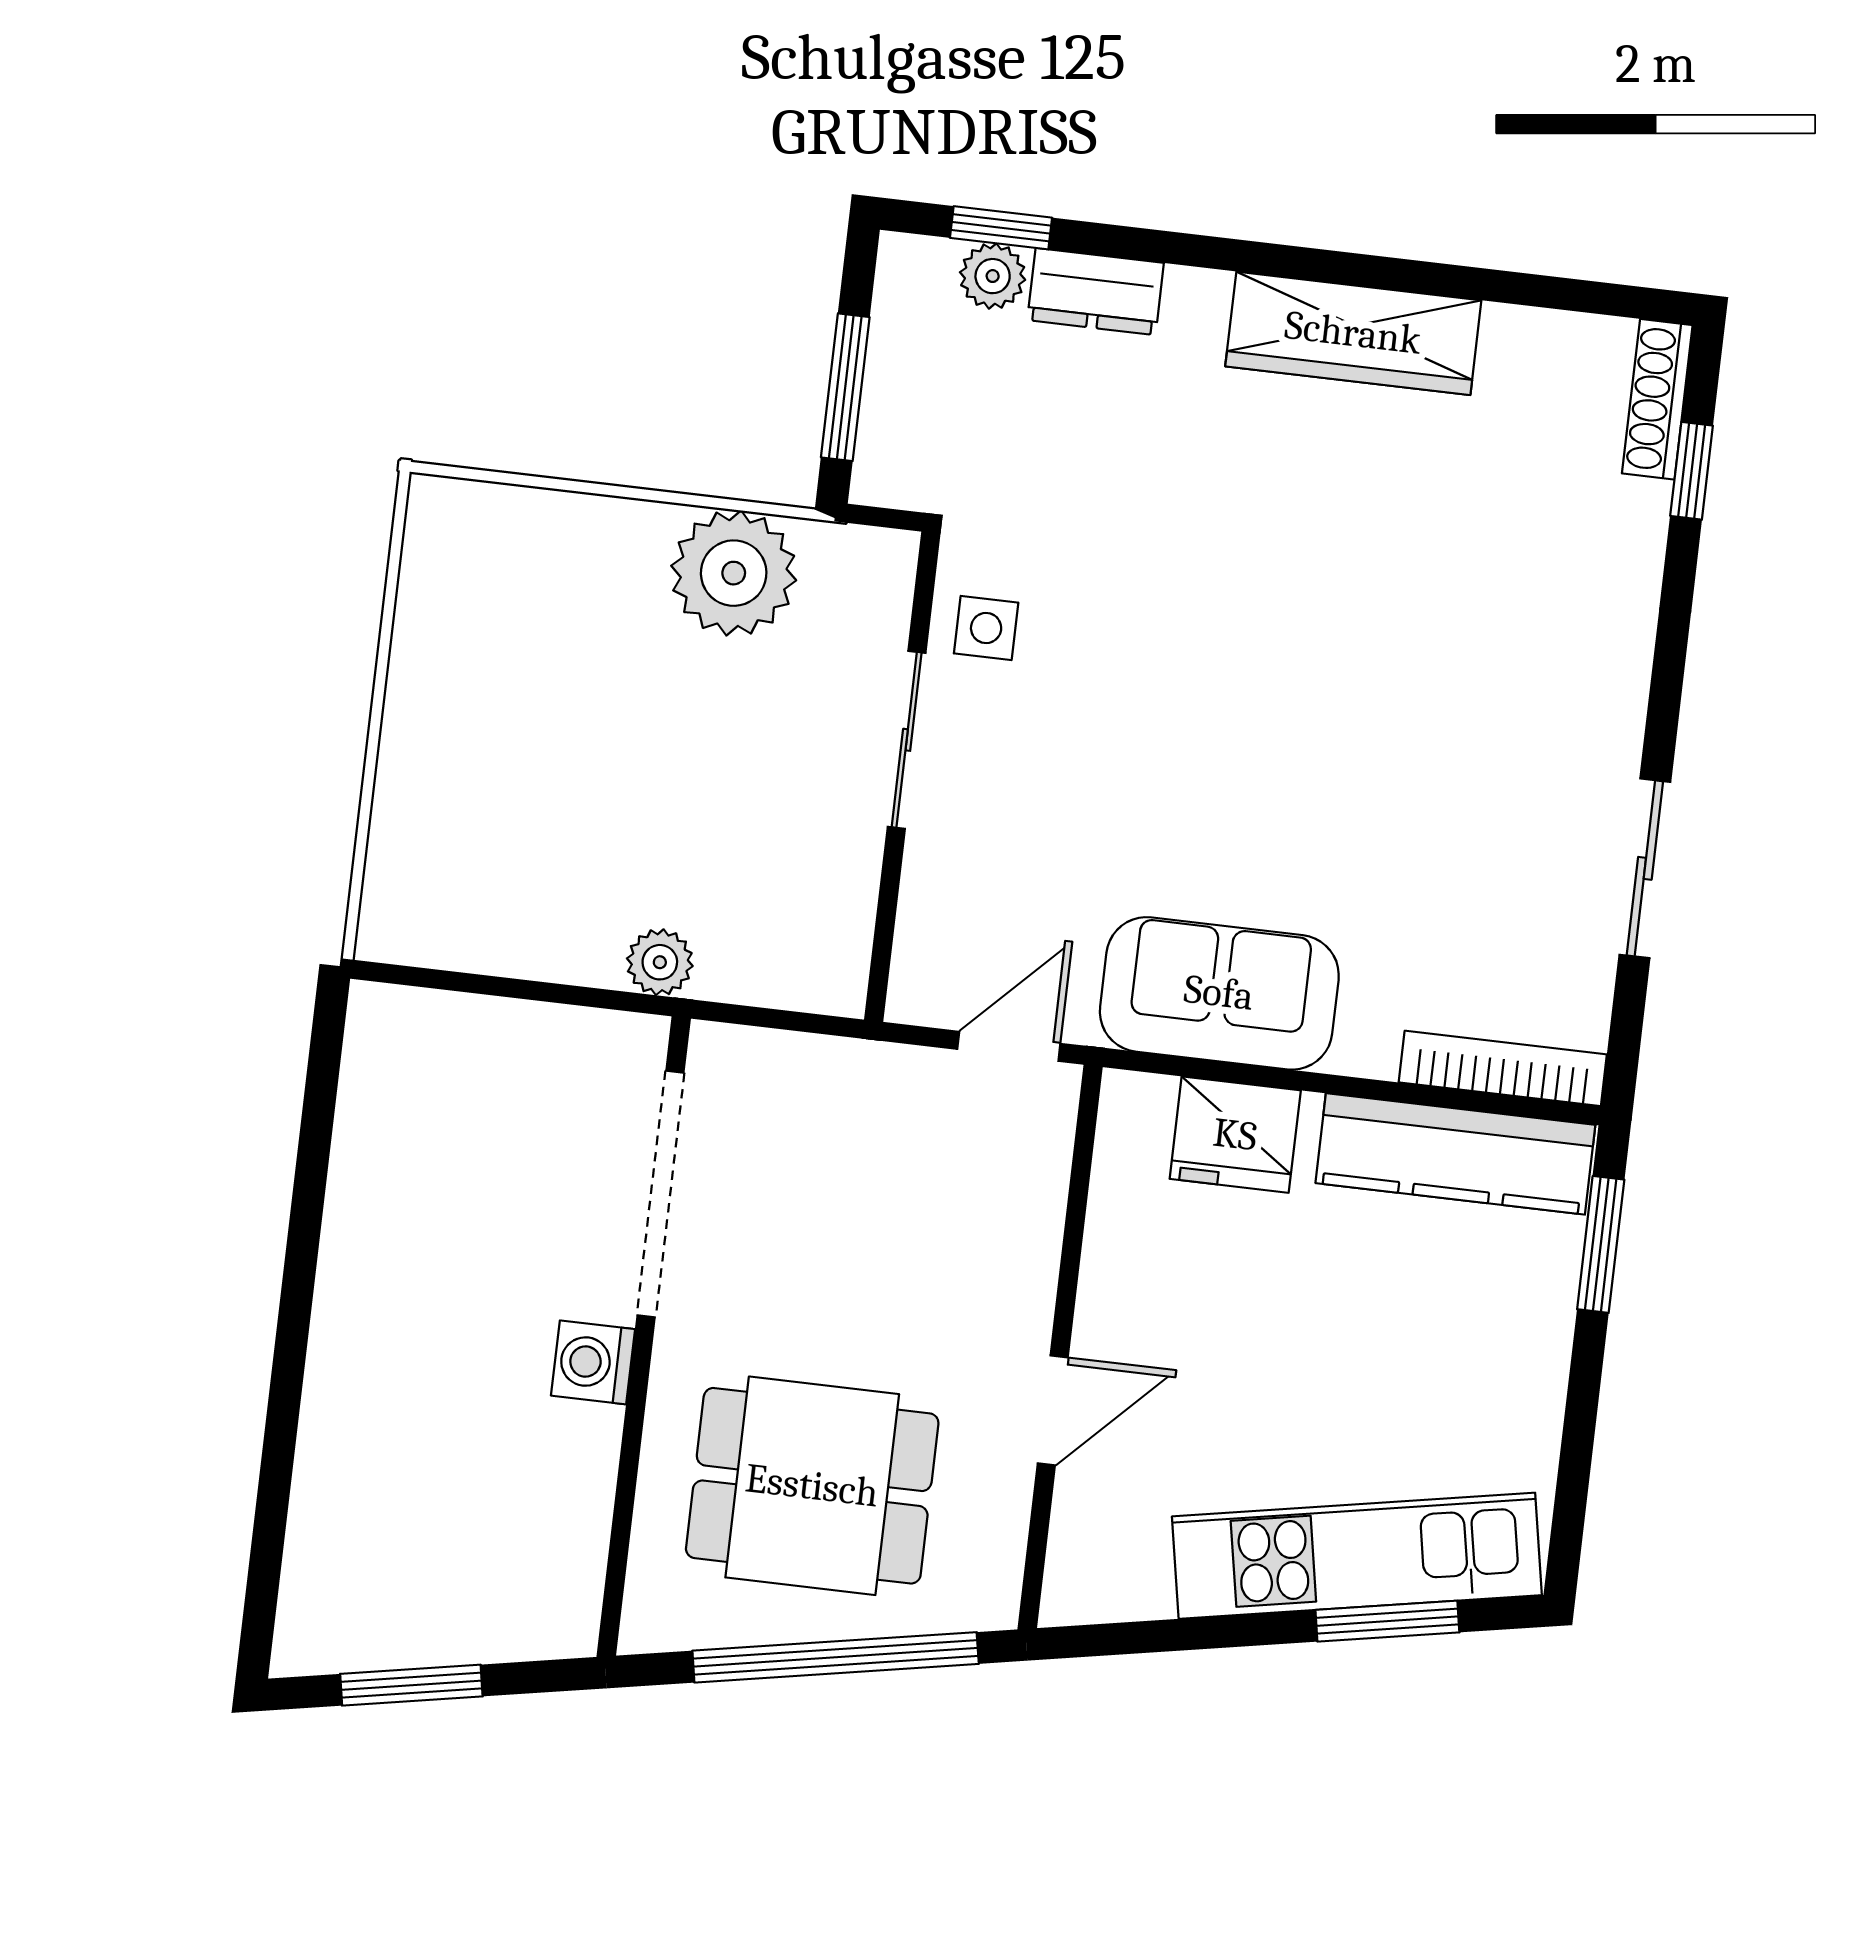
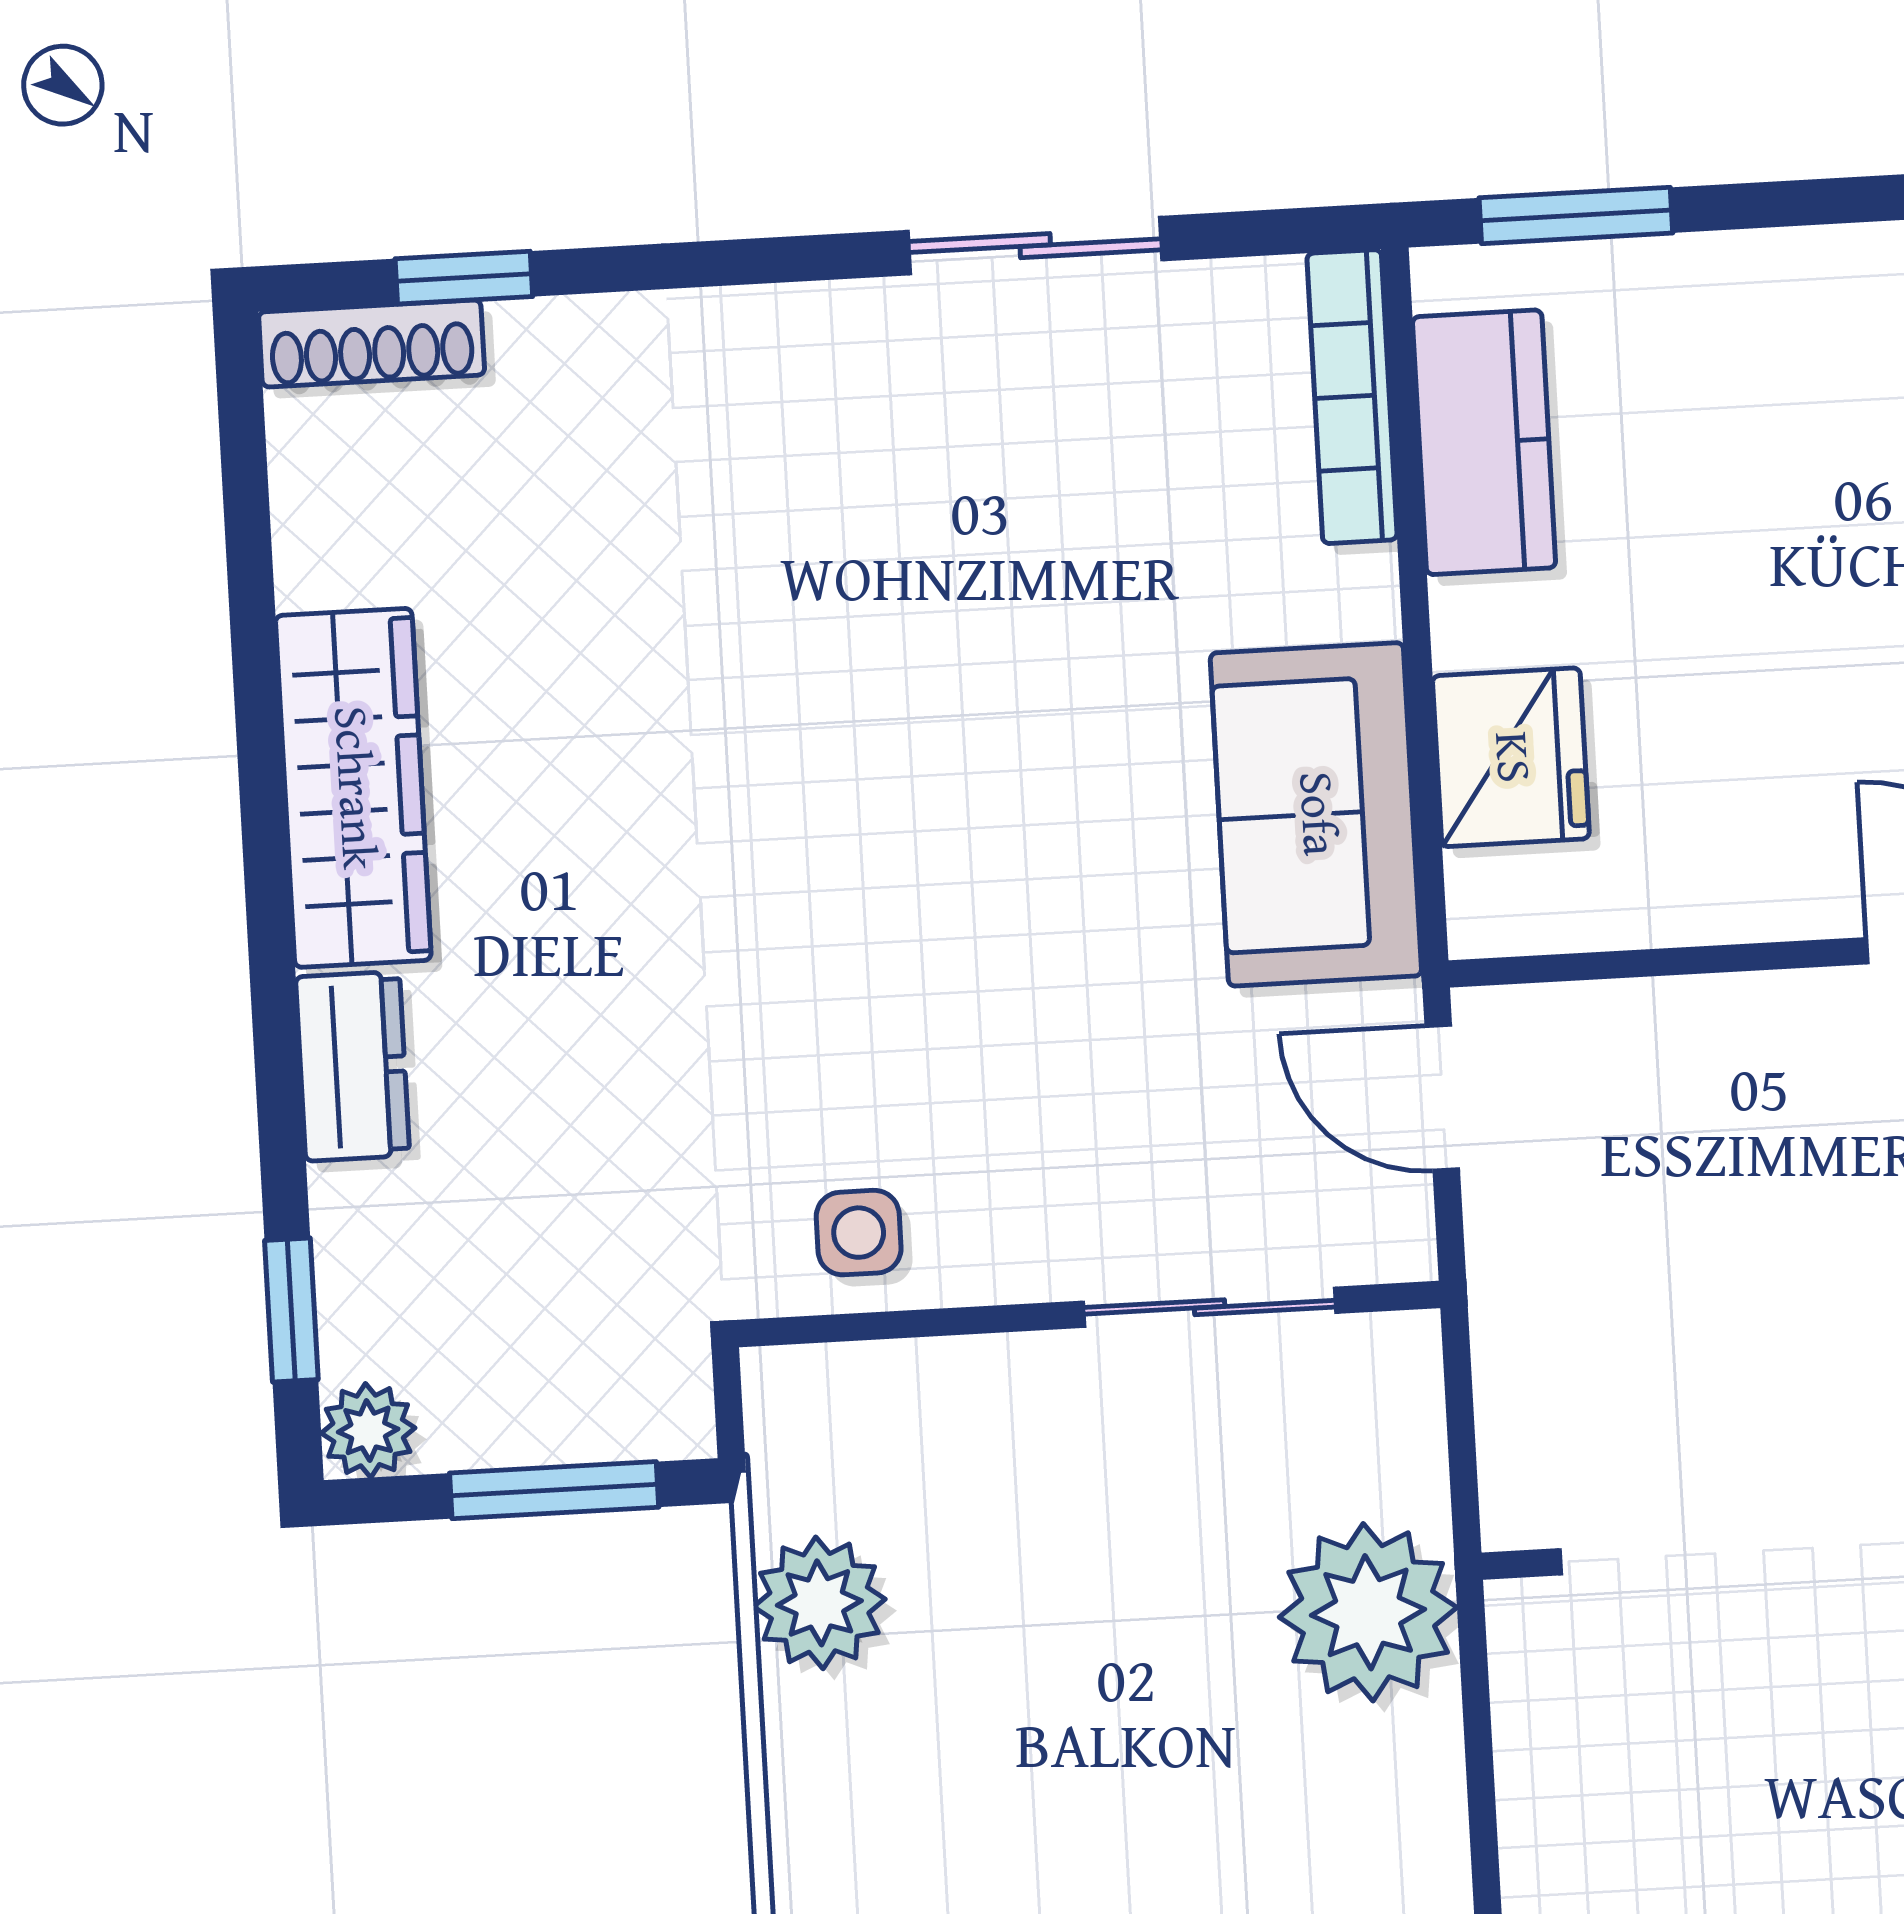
plant: (993, 276) -> (368, 1430), moved
dresser: (1096, 292) -> (353, 1066), moved
plant: (734, 573) -> (819, 1603), width x0.73, depth x0.73
sliding door: (907, 740) -> (1210, 1307), moved
plant: (660, 962) -> (1368, 1612), width x1.87, depth x1.87
kitchen counter: (1455, 1154) -> (1484, 442), width x0.67

